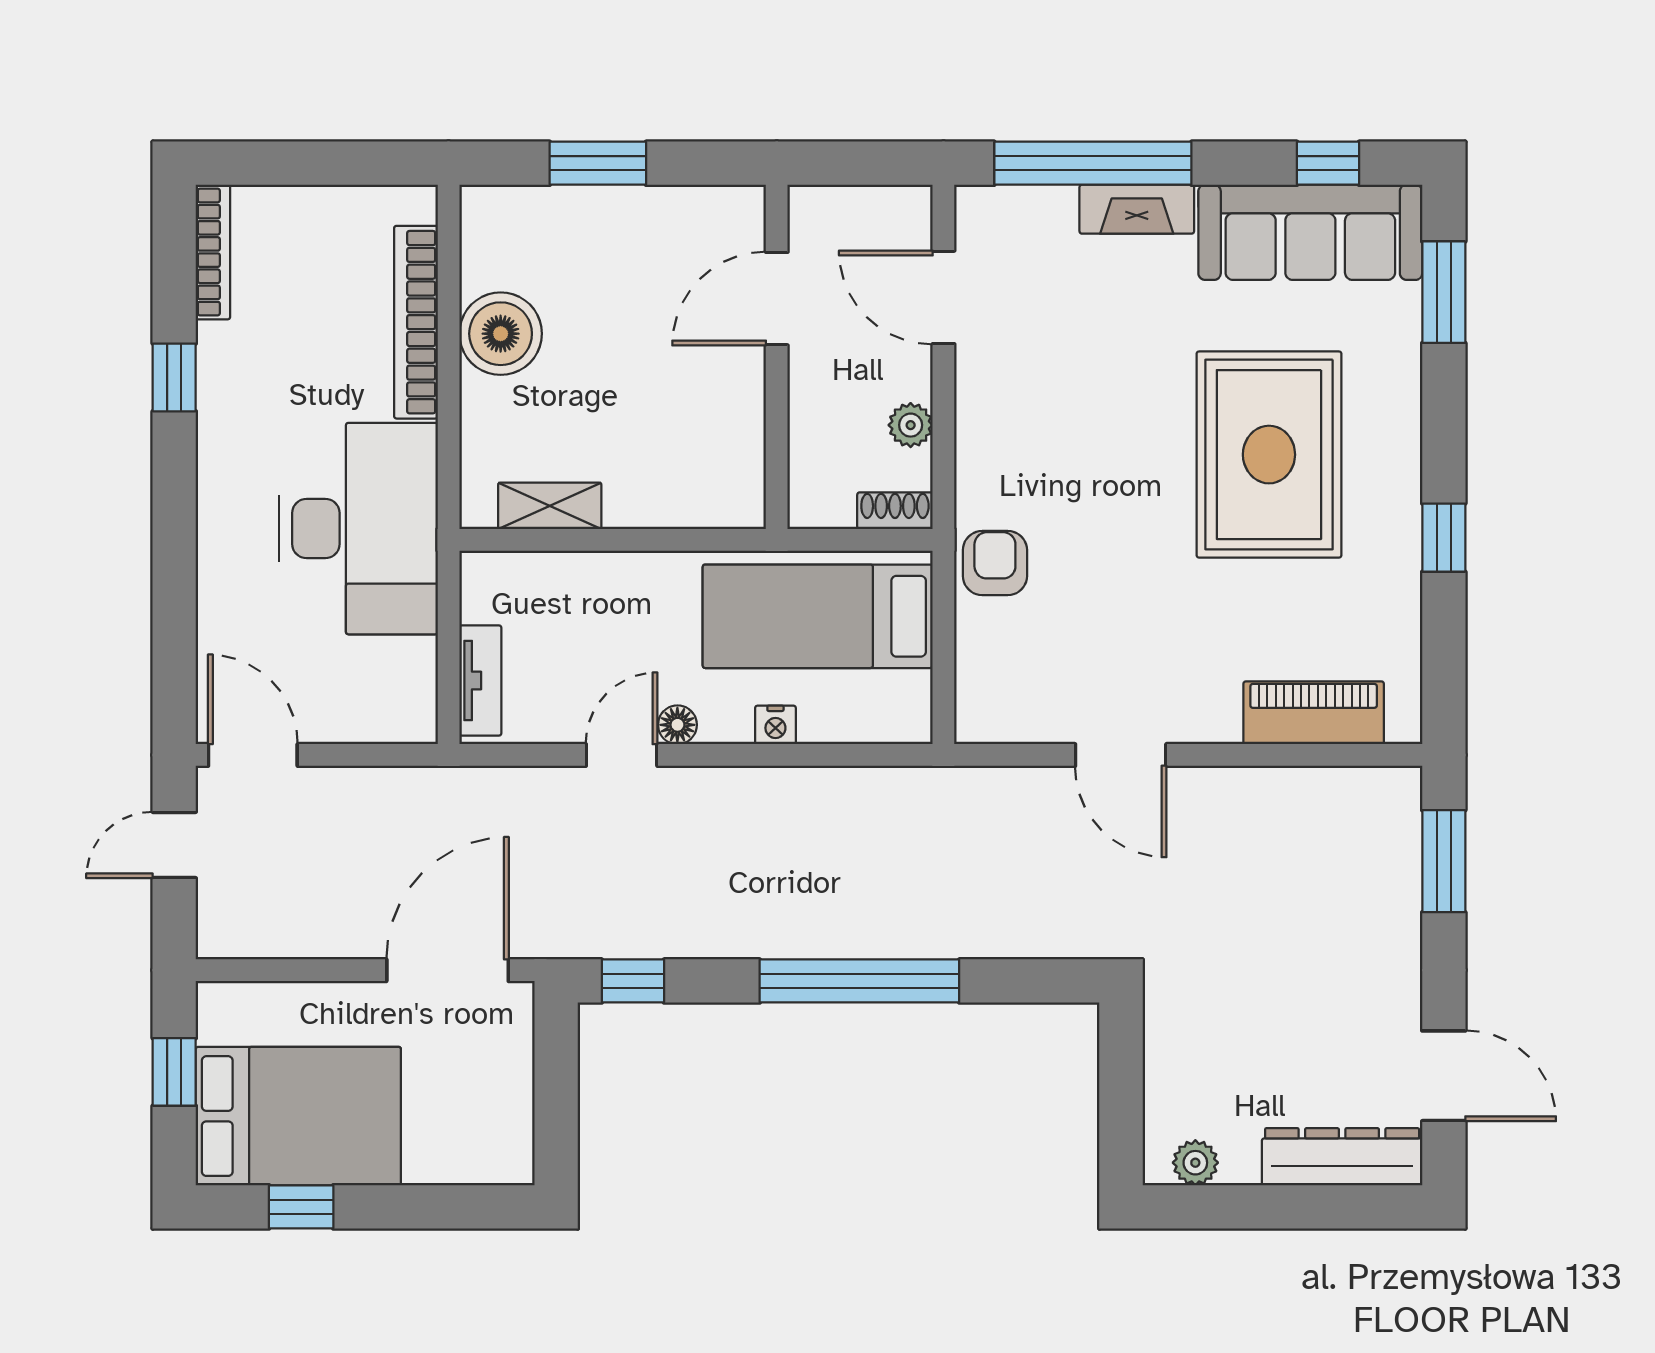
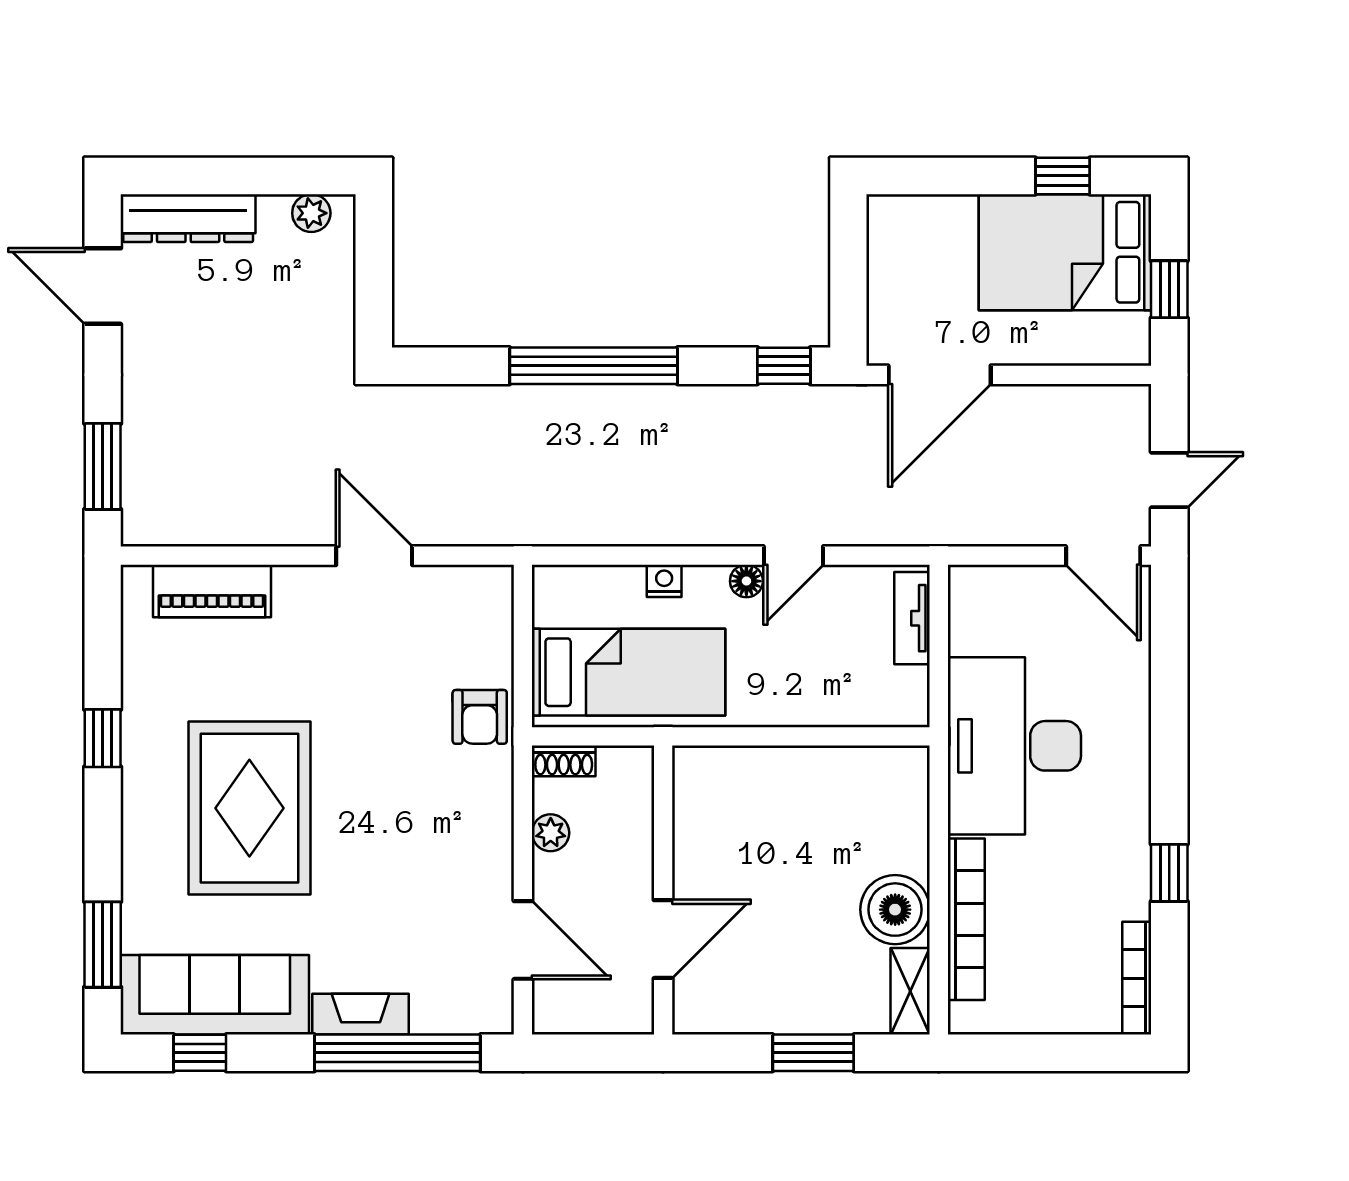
shelving: (550, 506) -> (910, 991), moved, turned 90

